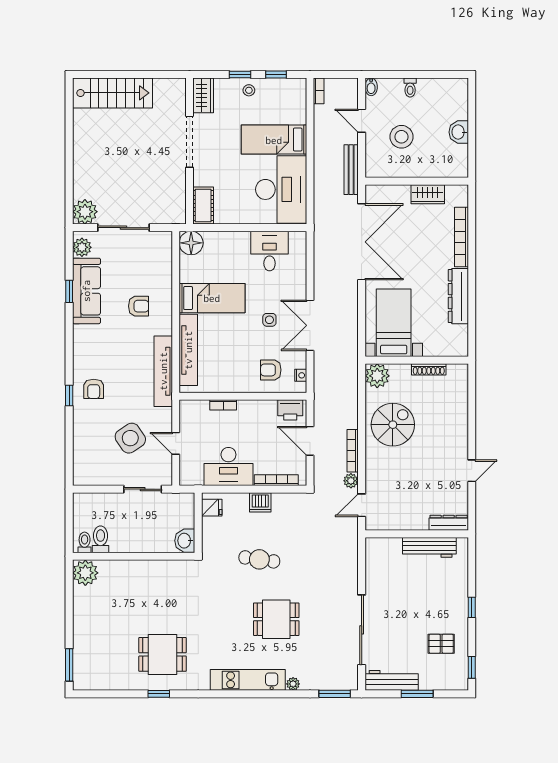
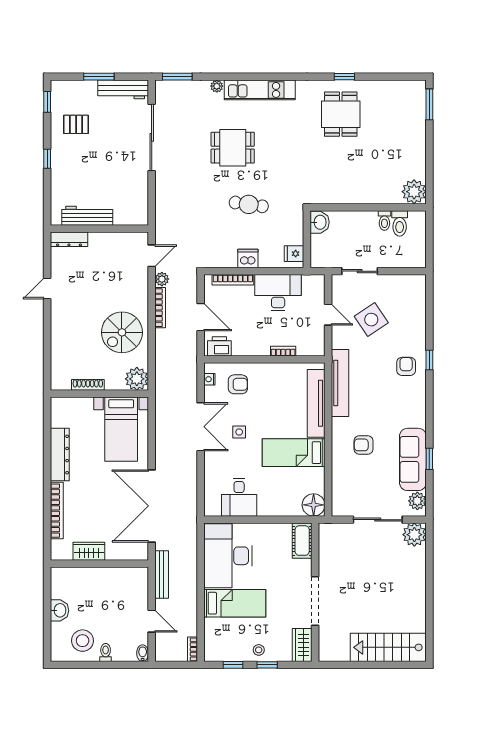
stool: (401, 137) -> (83, 641), moved
toilet: (85, 542) -> (384, 221), moved
dining table: (162, 654) -> (341, 114), turned 90

